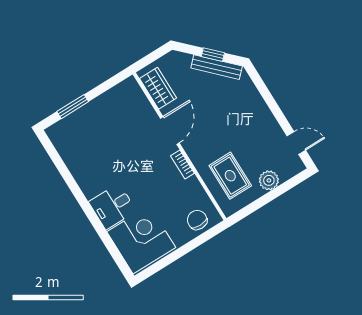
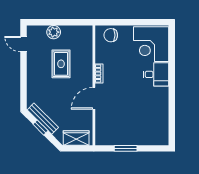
wardrobe: (158, 88) -> (76, 138), moved, turned 90
window: (73, 107) -> (126, 148), moved
rug: (230, 176) -> (61, 64), moved
chair: (197, 220) -> (111, 35), turned 90

